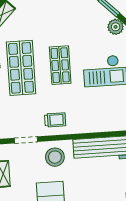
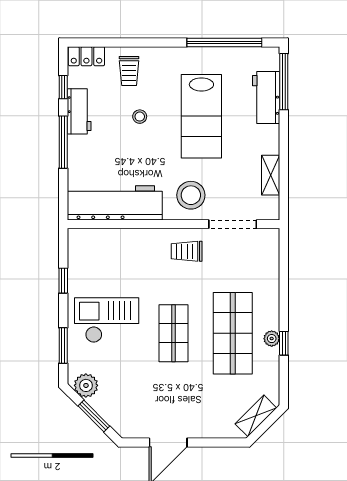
doorway: (26, 140) -> (233, 224), width x1.38

